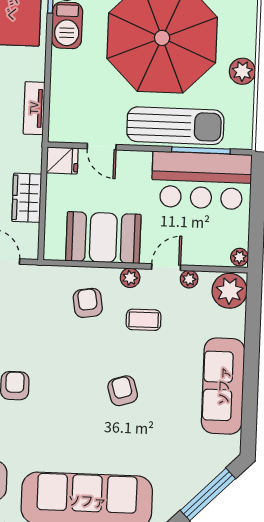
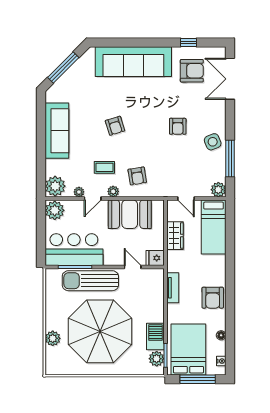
plant: (242, 71) -> (53, 338), moved
plant: (239, 257) -> (55, 210), width x1.88, depth x1.88

